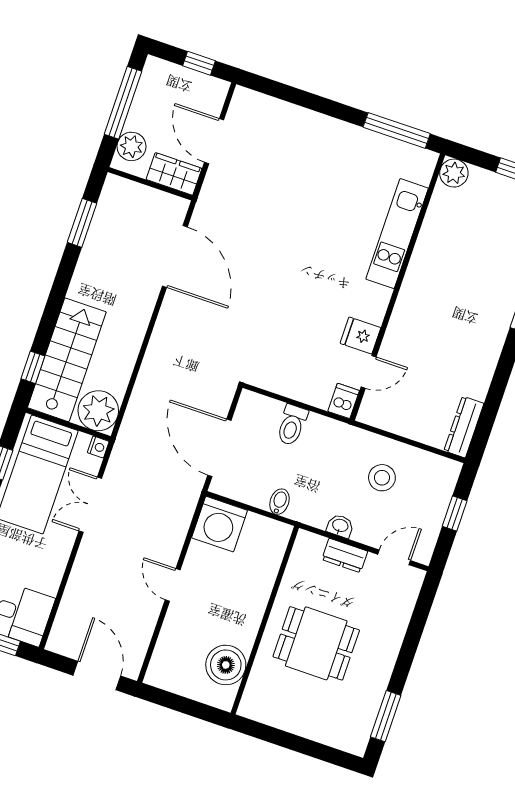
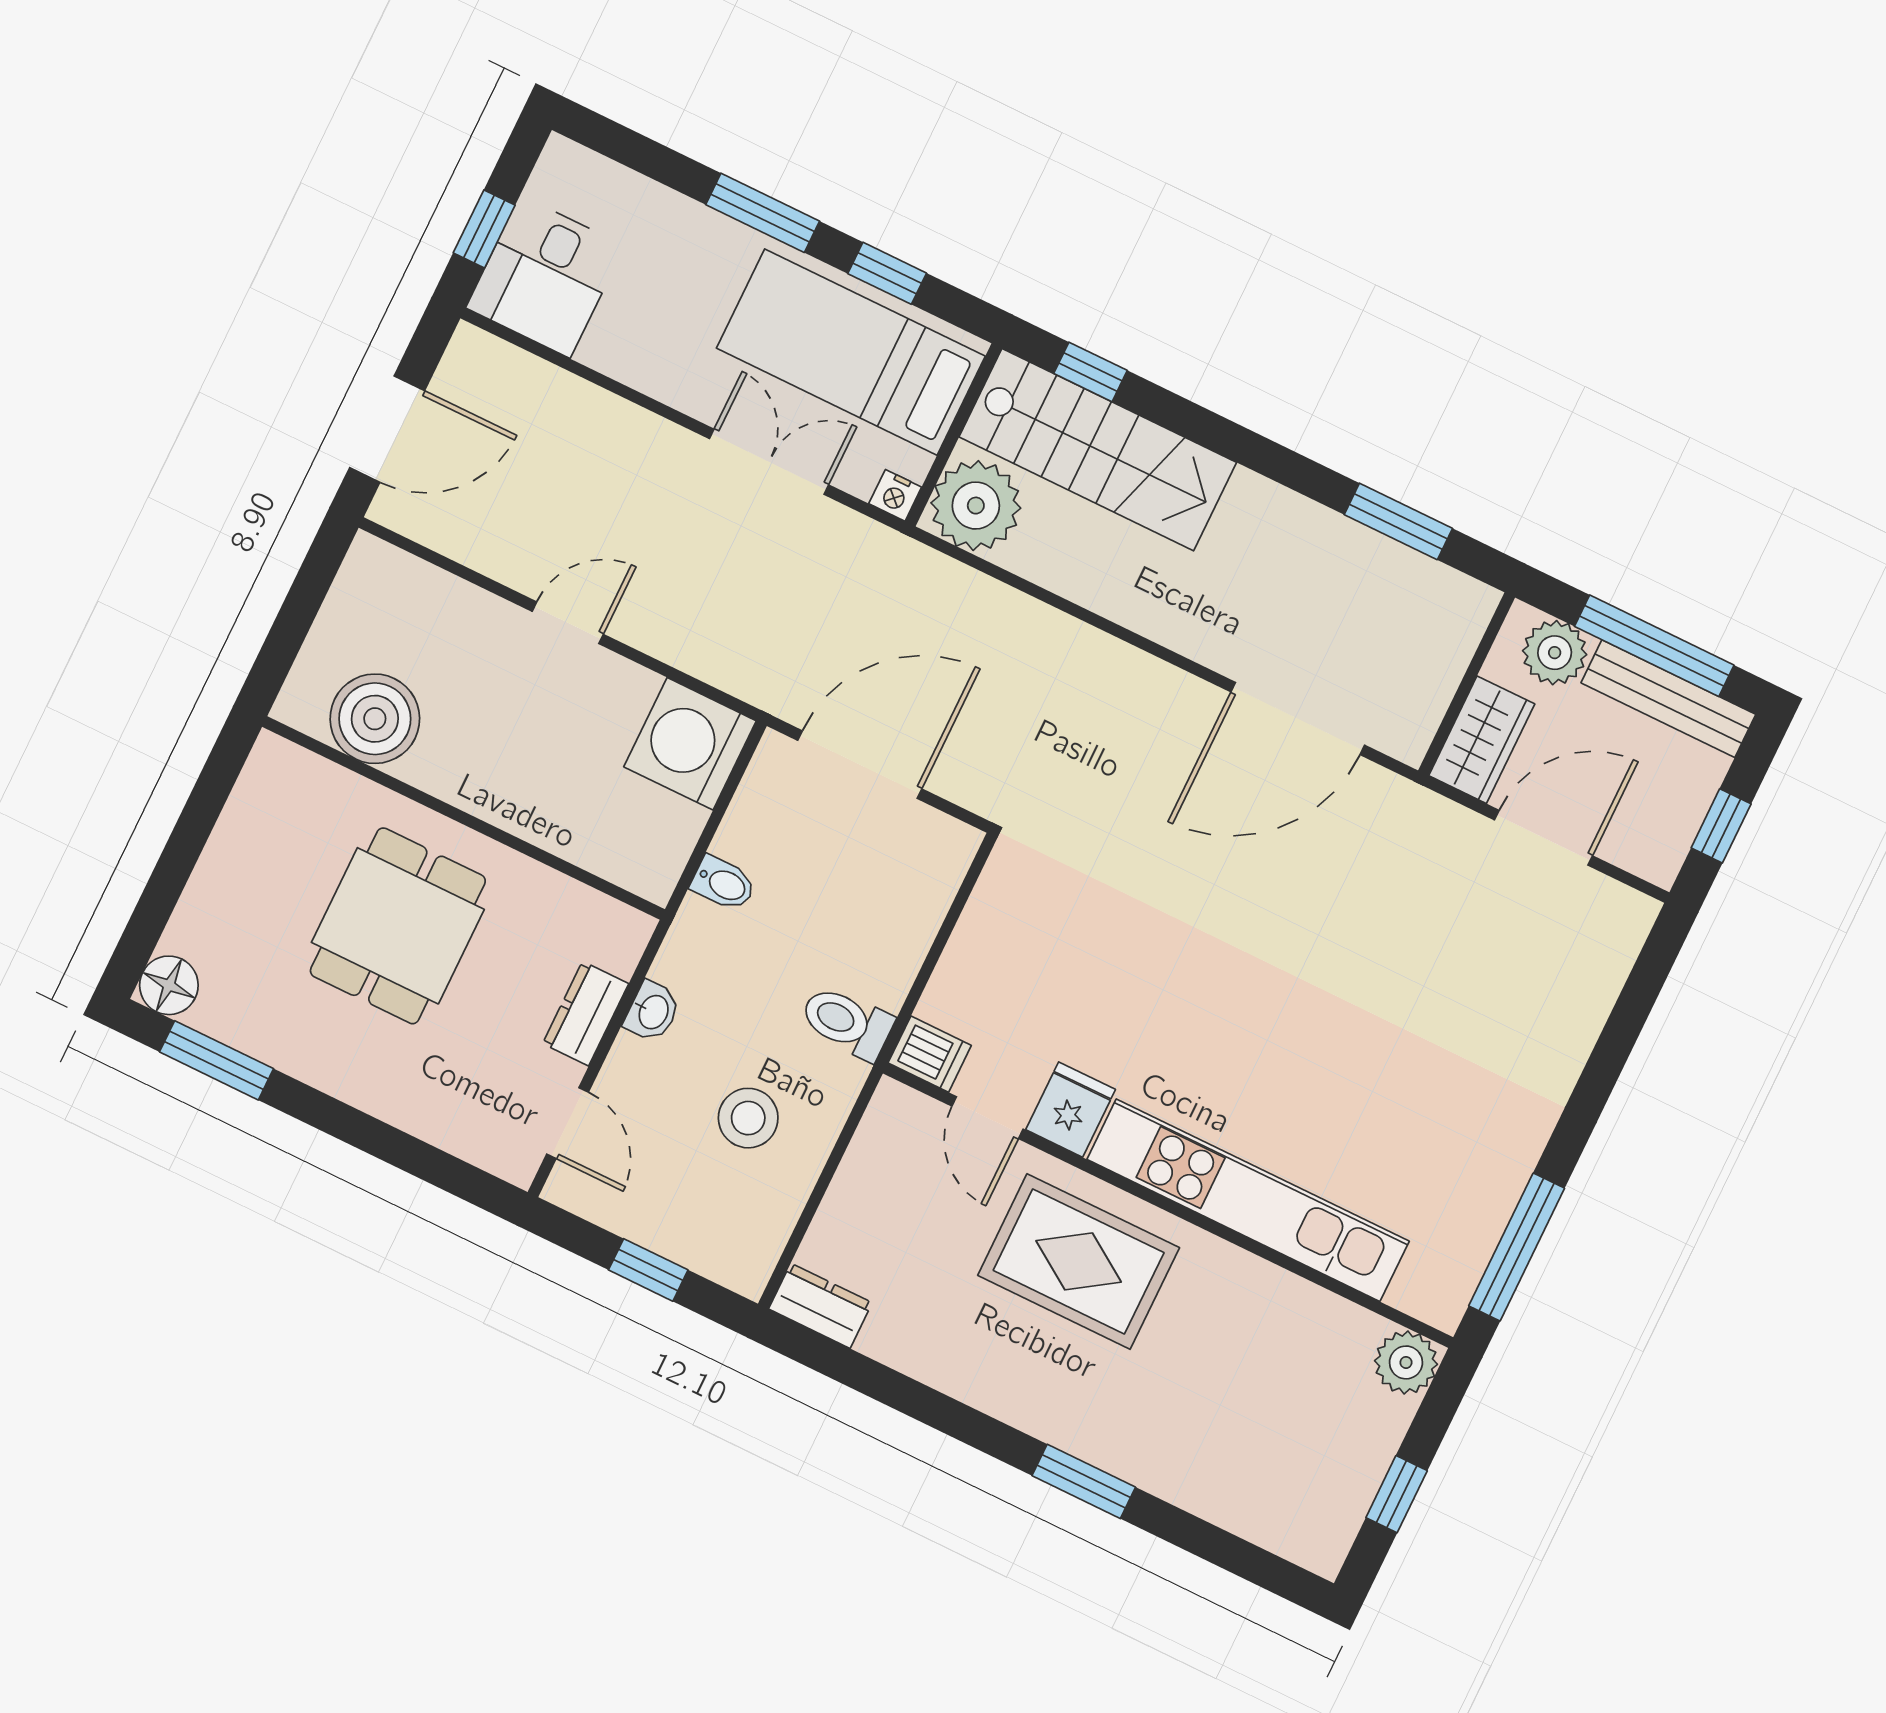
bench: (146, 94) -> (1668, 699), added
kitchen unit: (397, 234) -> (1248, 1200), width x1.36
rug: (427, 324) -> (1079, 1261), added
toilet: (292, 425) -> (847, 1022), moved
dresser: (464, 427) -> (820, 1306), width x0.70
floor lamp: (355, 741) -> (169, 985), added

